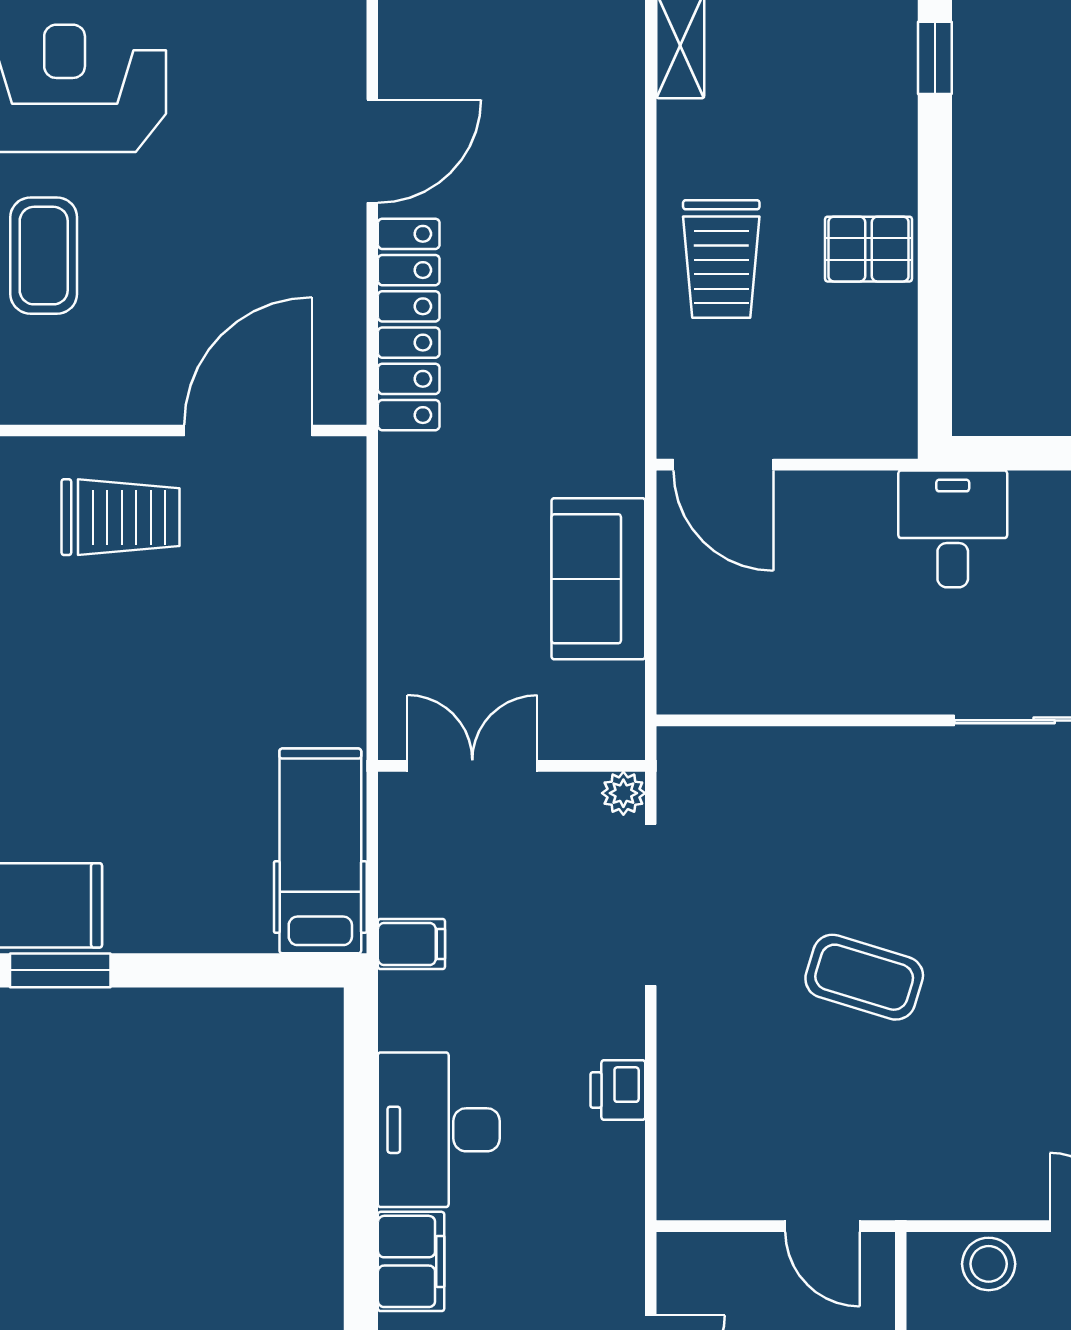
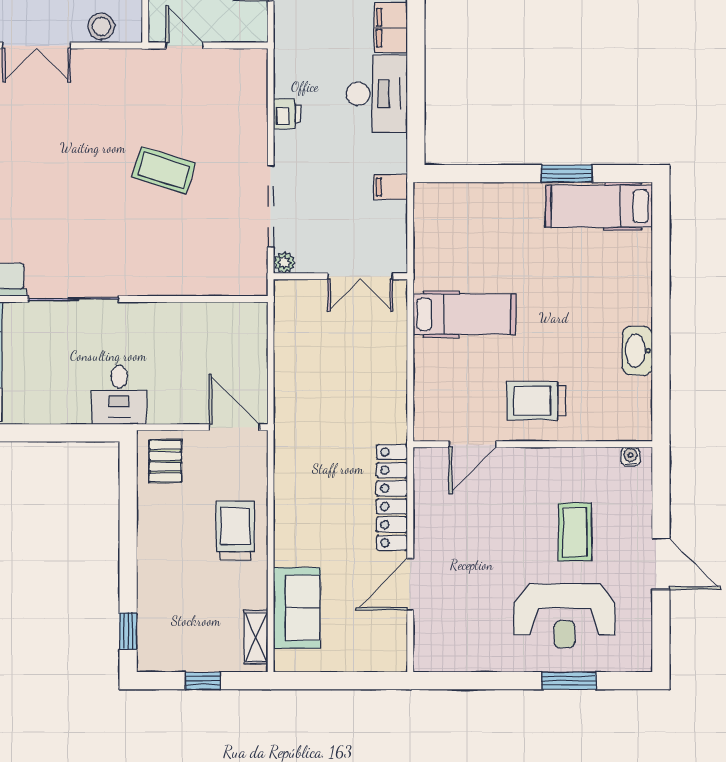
pallet: (868, 249) -> (165, 461), moved, turned 90
door: (248, 431) -> (472, 444), width x0.73
sofa: (598, 579) -> (297, 608), moved
hospital bed: (320, 851) -> (464, 314), moved, turned -90

